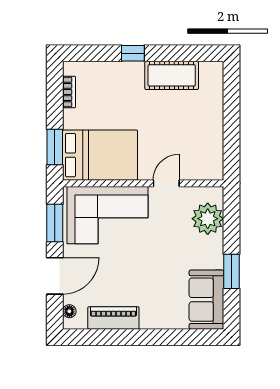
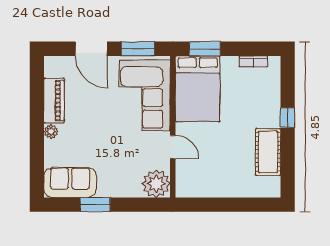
plant: (208, 219) -> (156, 184), moved
floor lamp: (69, 311) -> (60, 62), removed
plant: (149, 321) -> (51, 132), added

